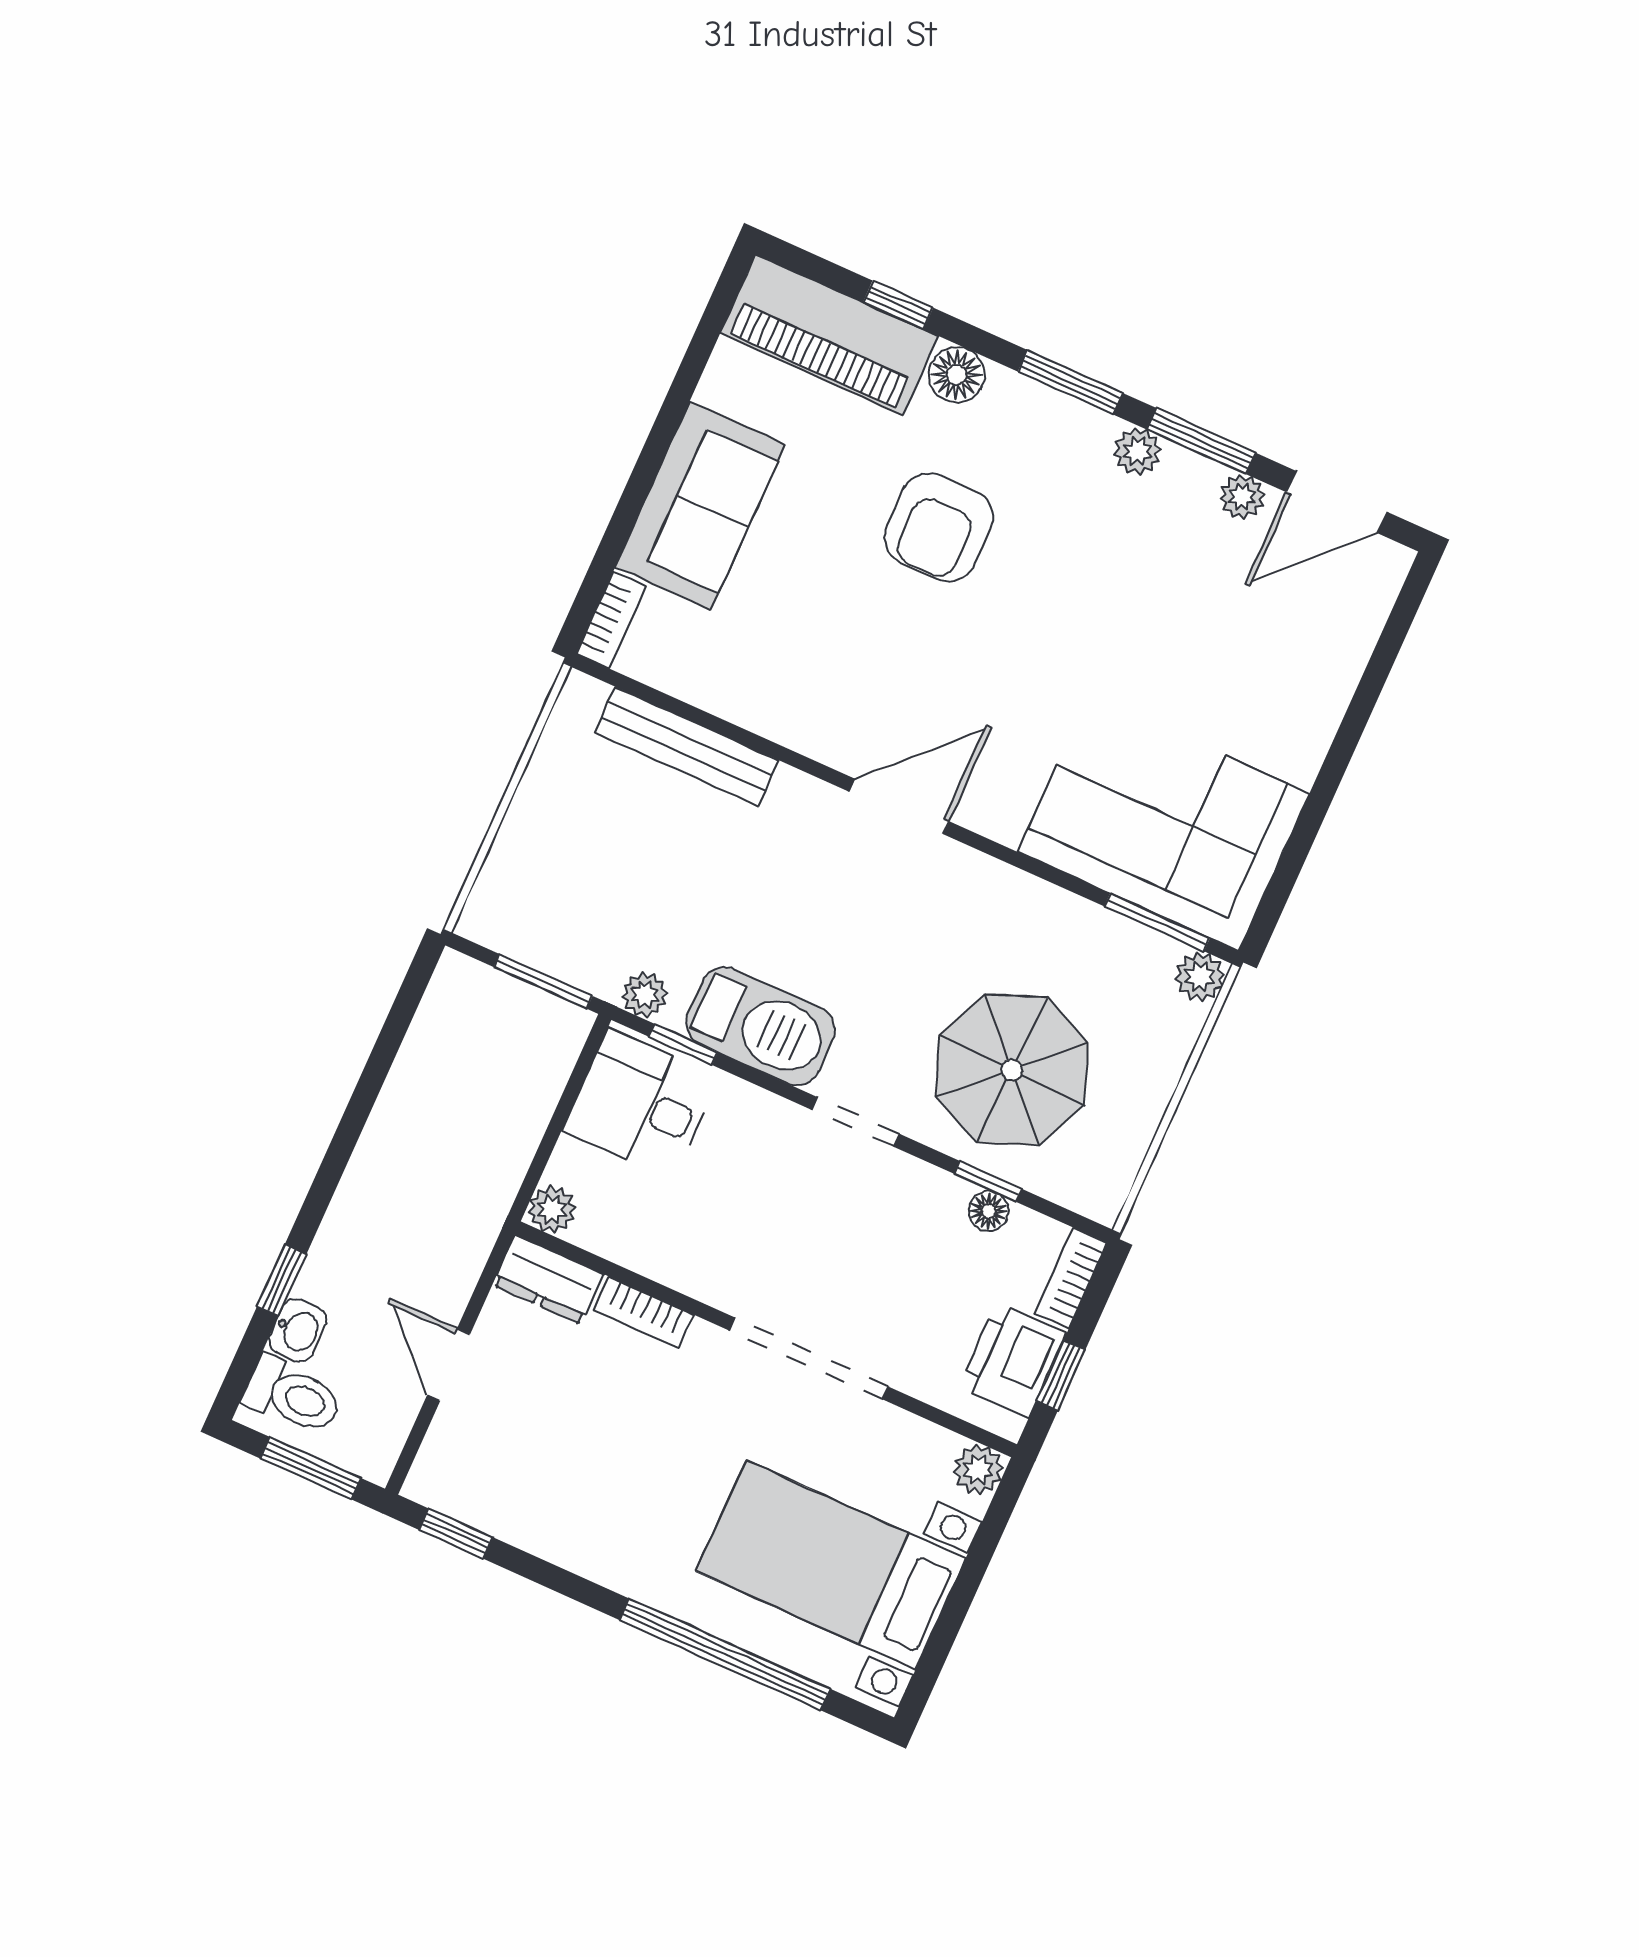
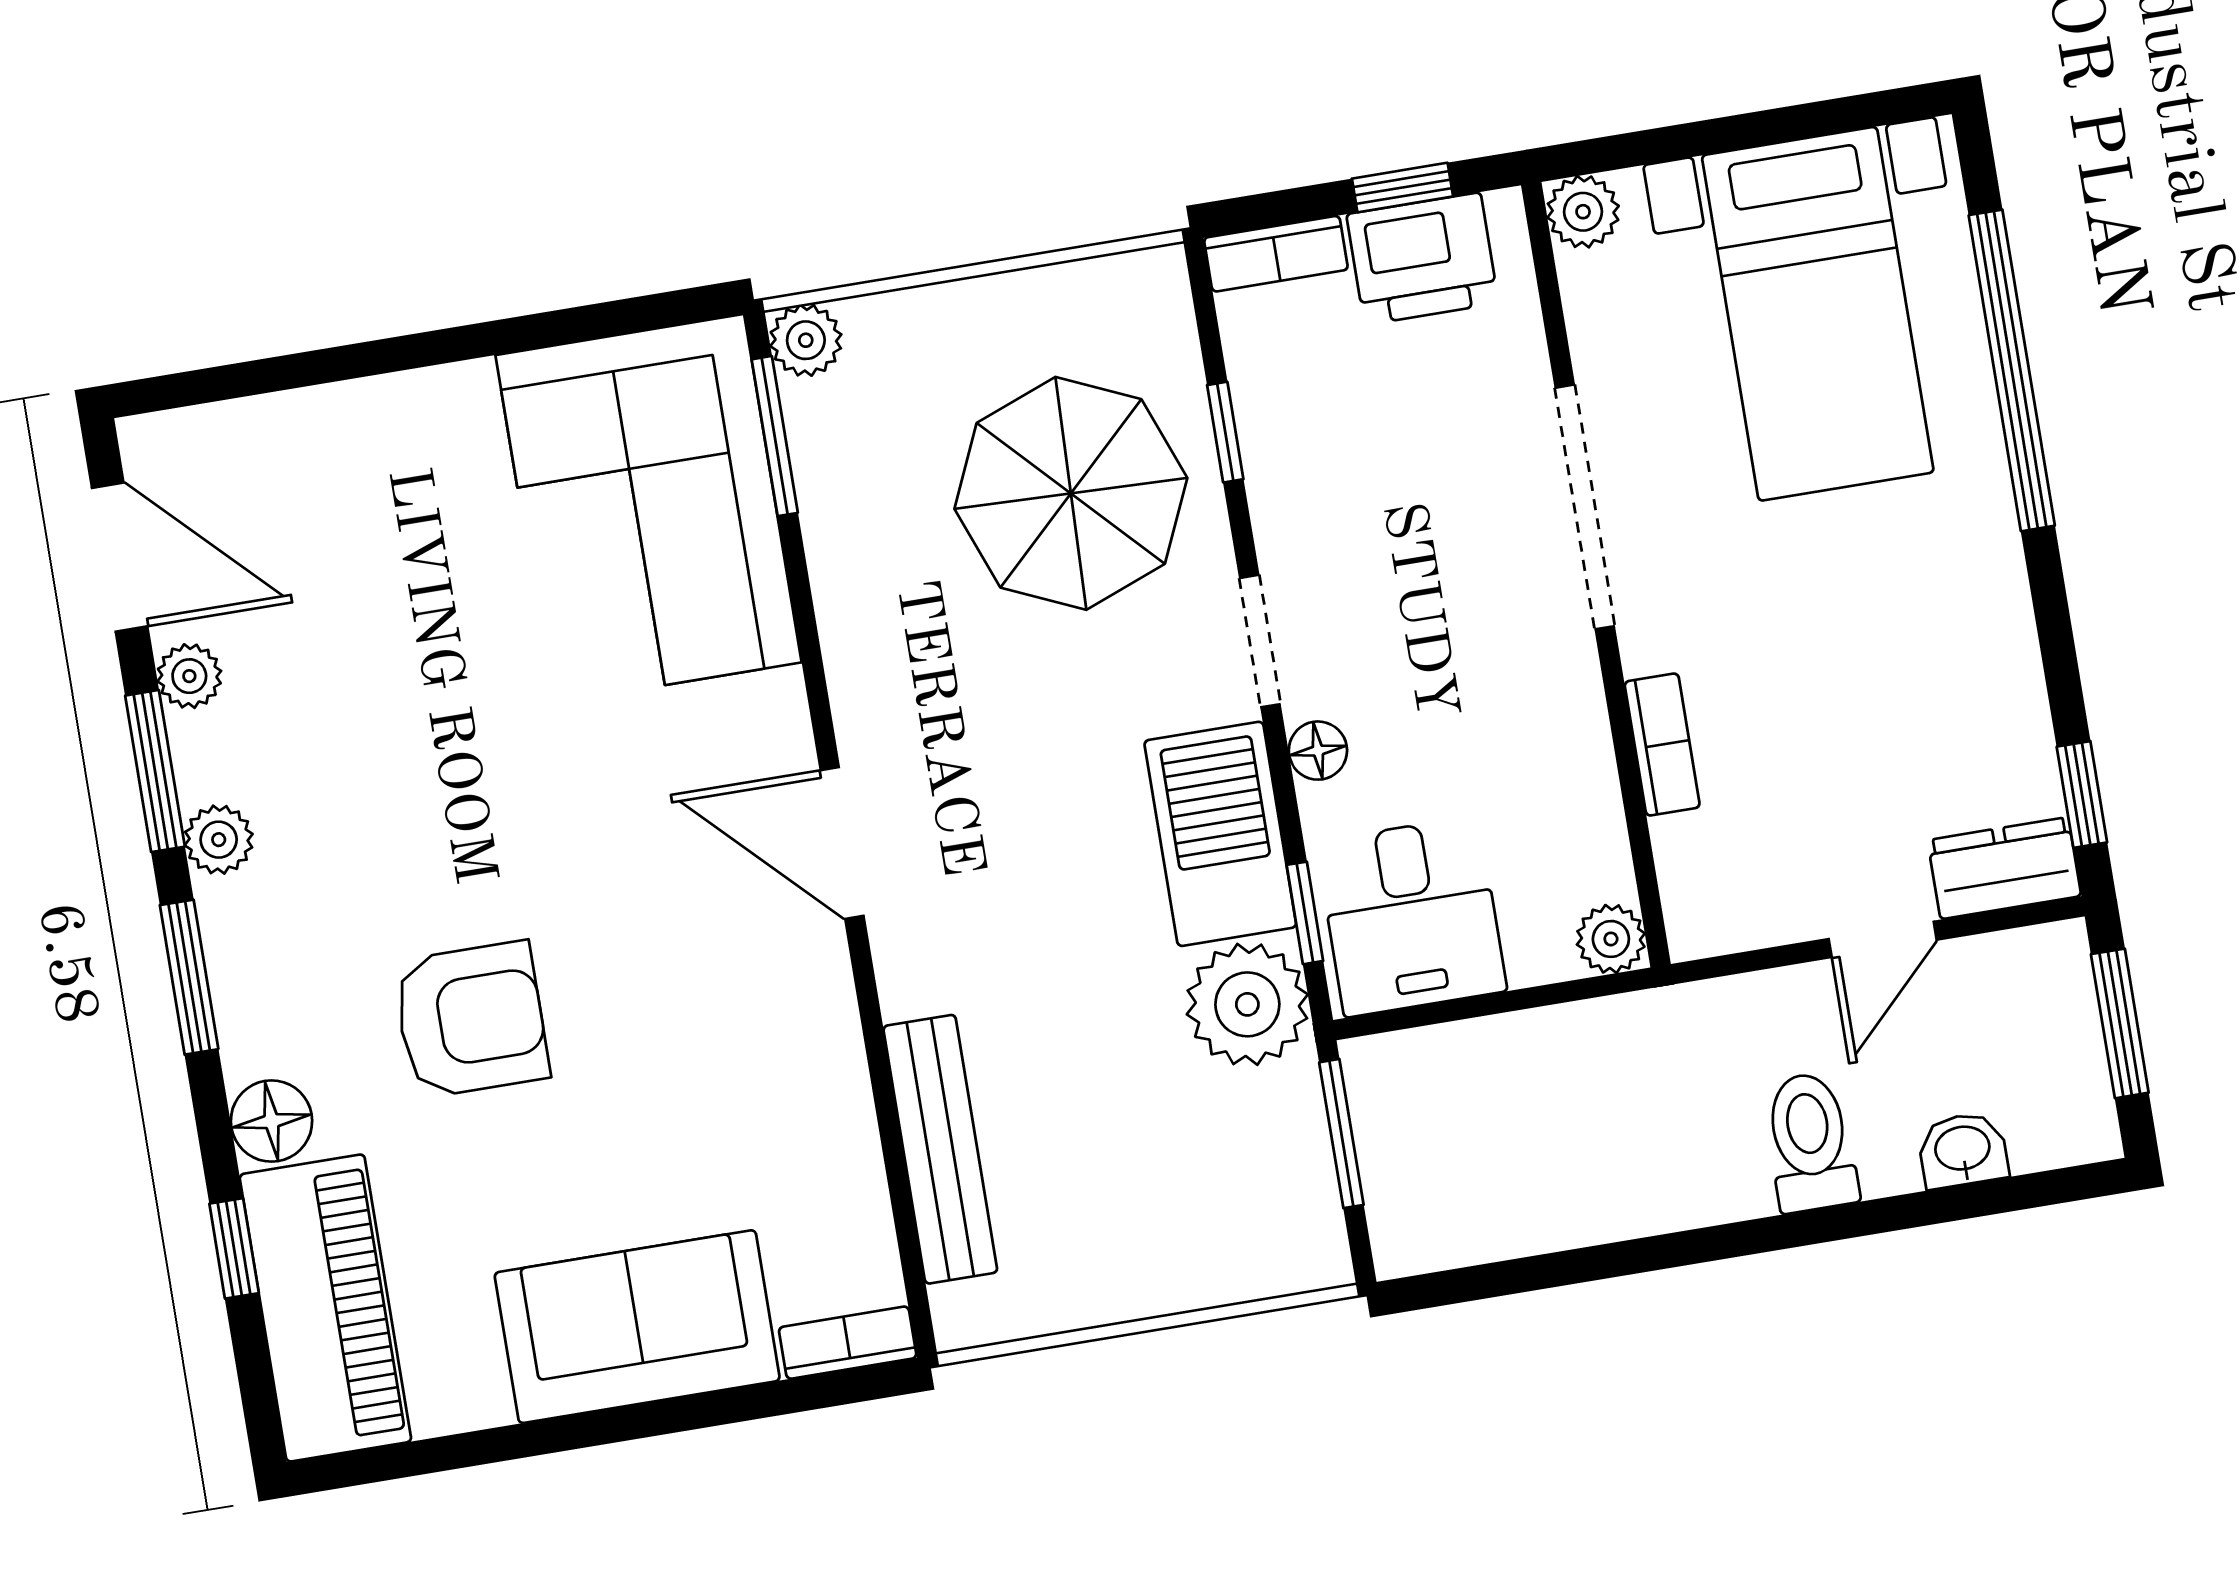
plant: (645, 995) -> (1247, 1004), width x1.87, depth x1.87
floor lamp: (989, 1211) -> (1318, 751), moved
dresser: (548, 1279) -> (2004, 868), moved, turned -90
window: (282, 1280) -> (1915, 1210), removed
toilet: (293, 1396) -> (1810, 1142), moved

